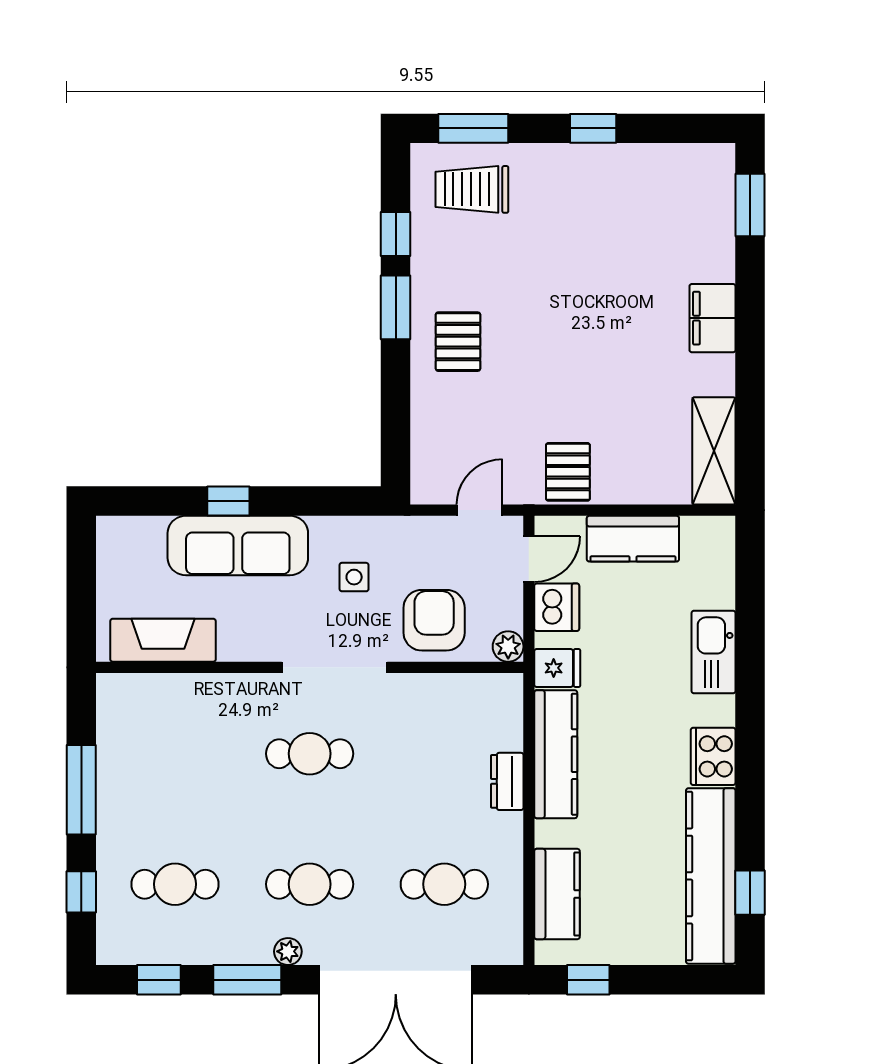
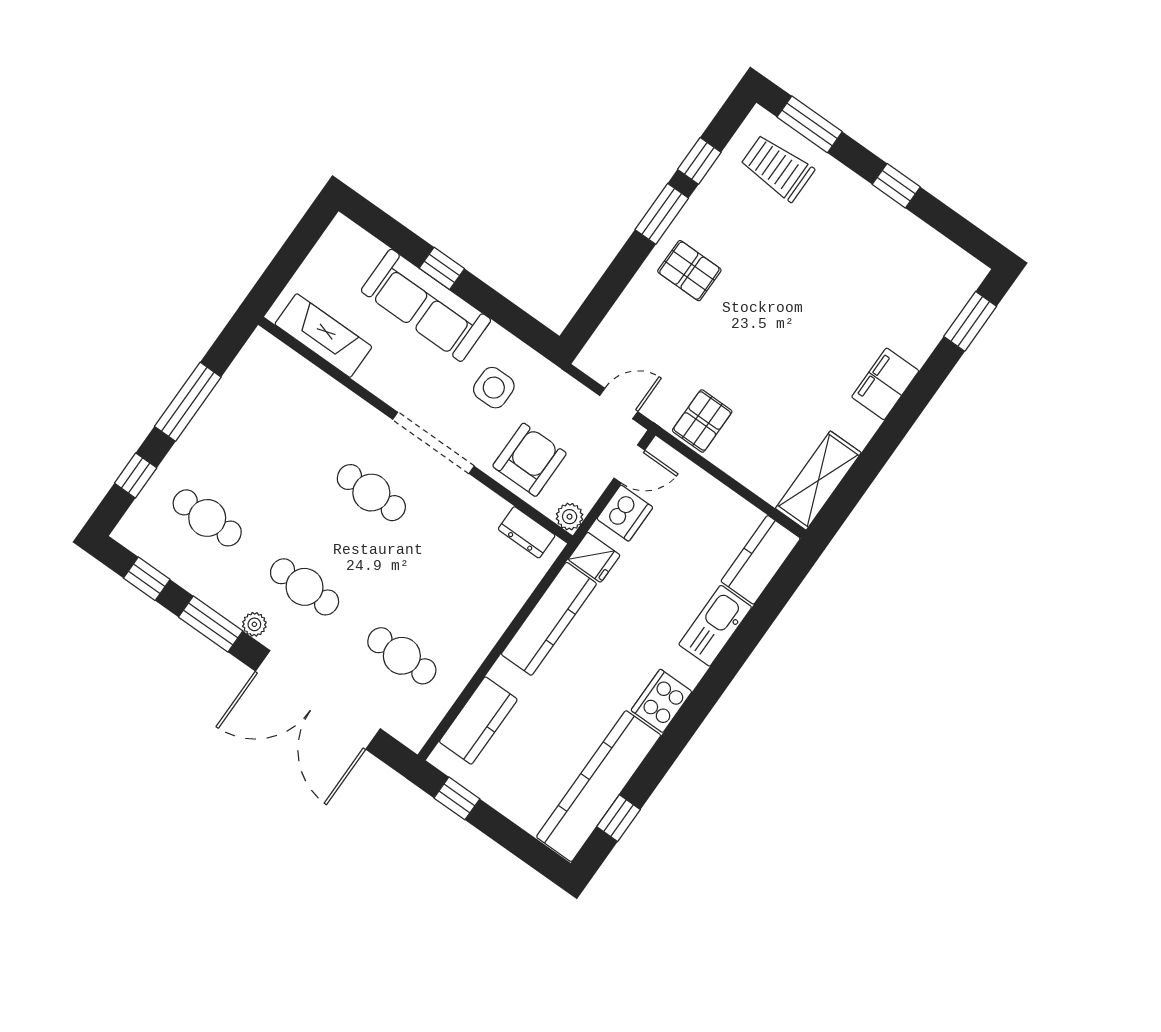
pallet: (458, 342) -> (689, 271), turned 90
kitchen counter: (633, 539) -> (761, 560), moved, turned 90
side table: (354, 577) -> (494, 388), width x1.37, depth x1.37
dresser: (507, 781) -> (527, 532), moved, turned -90

